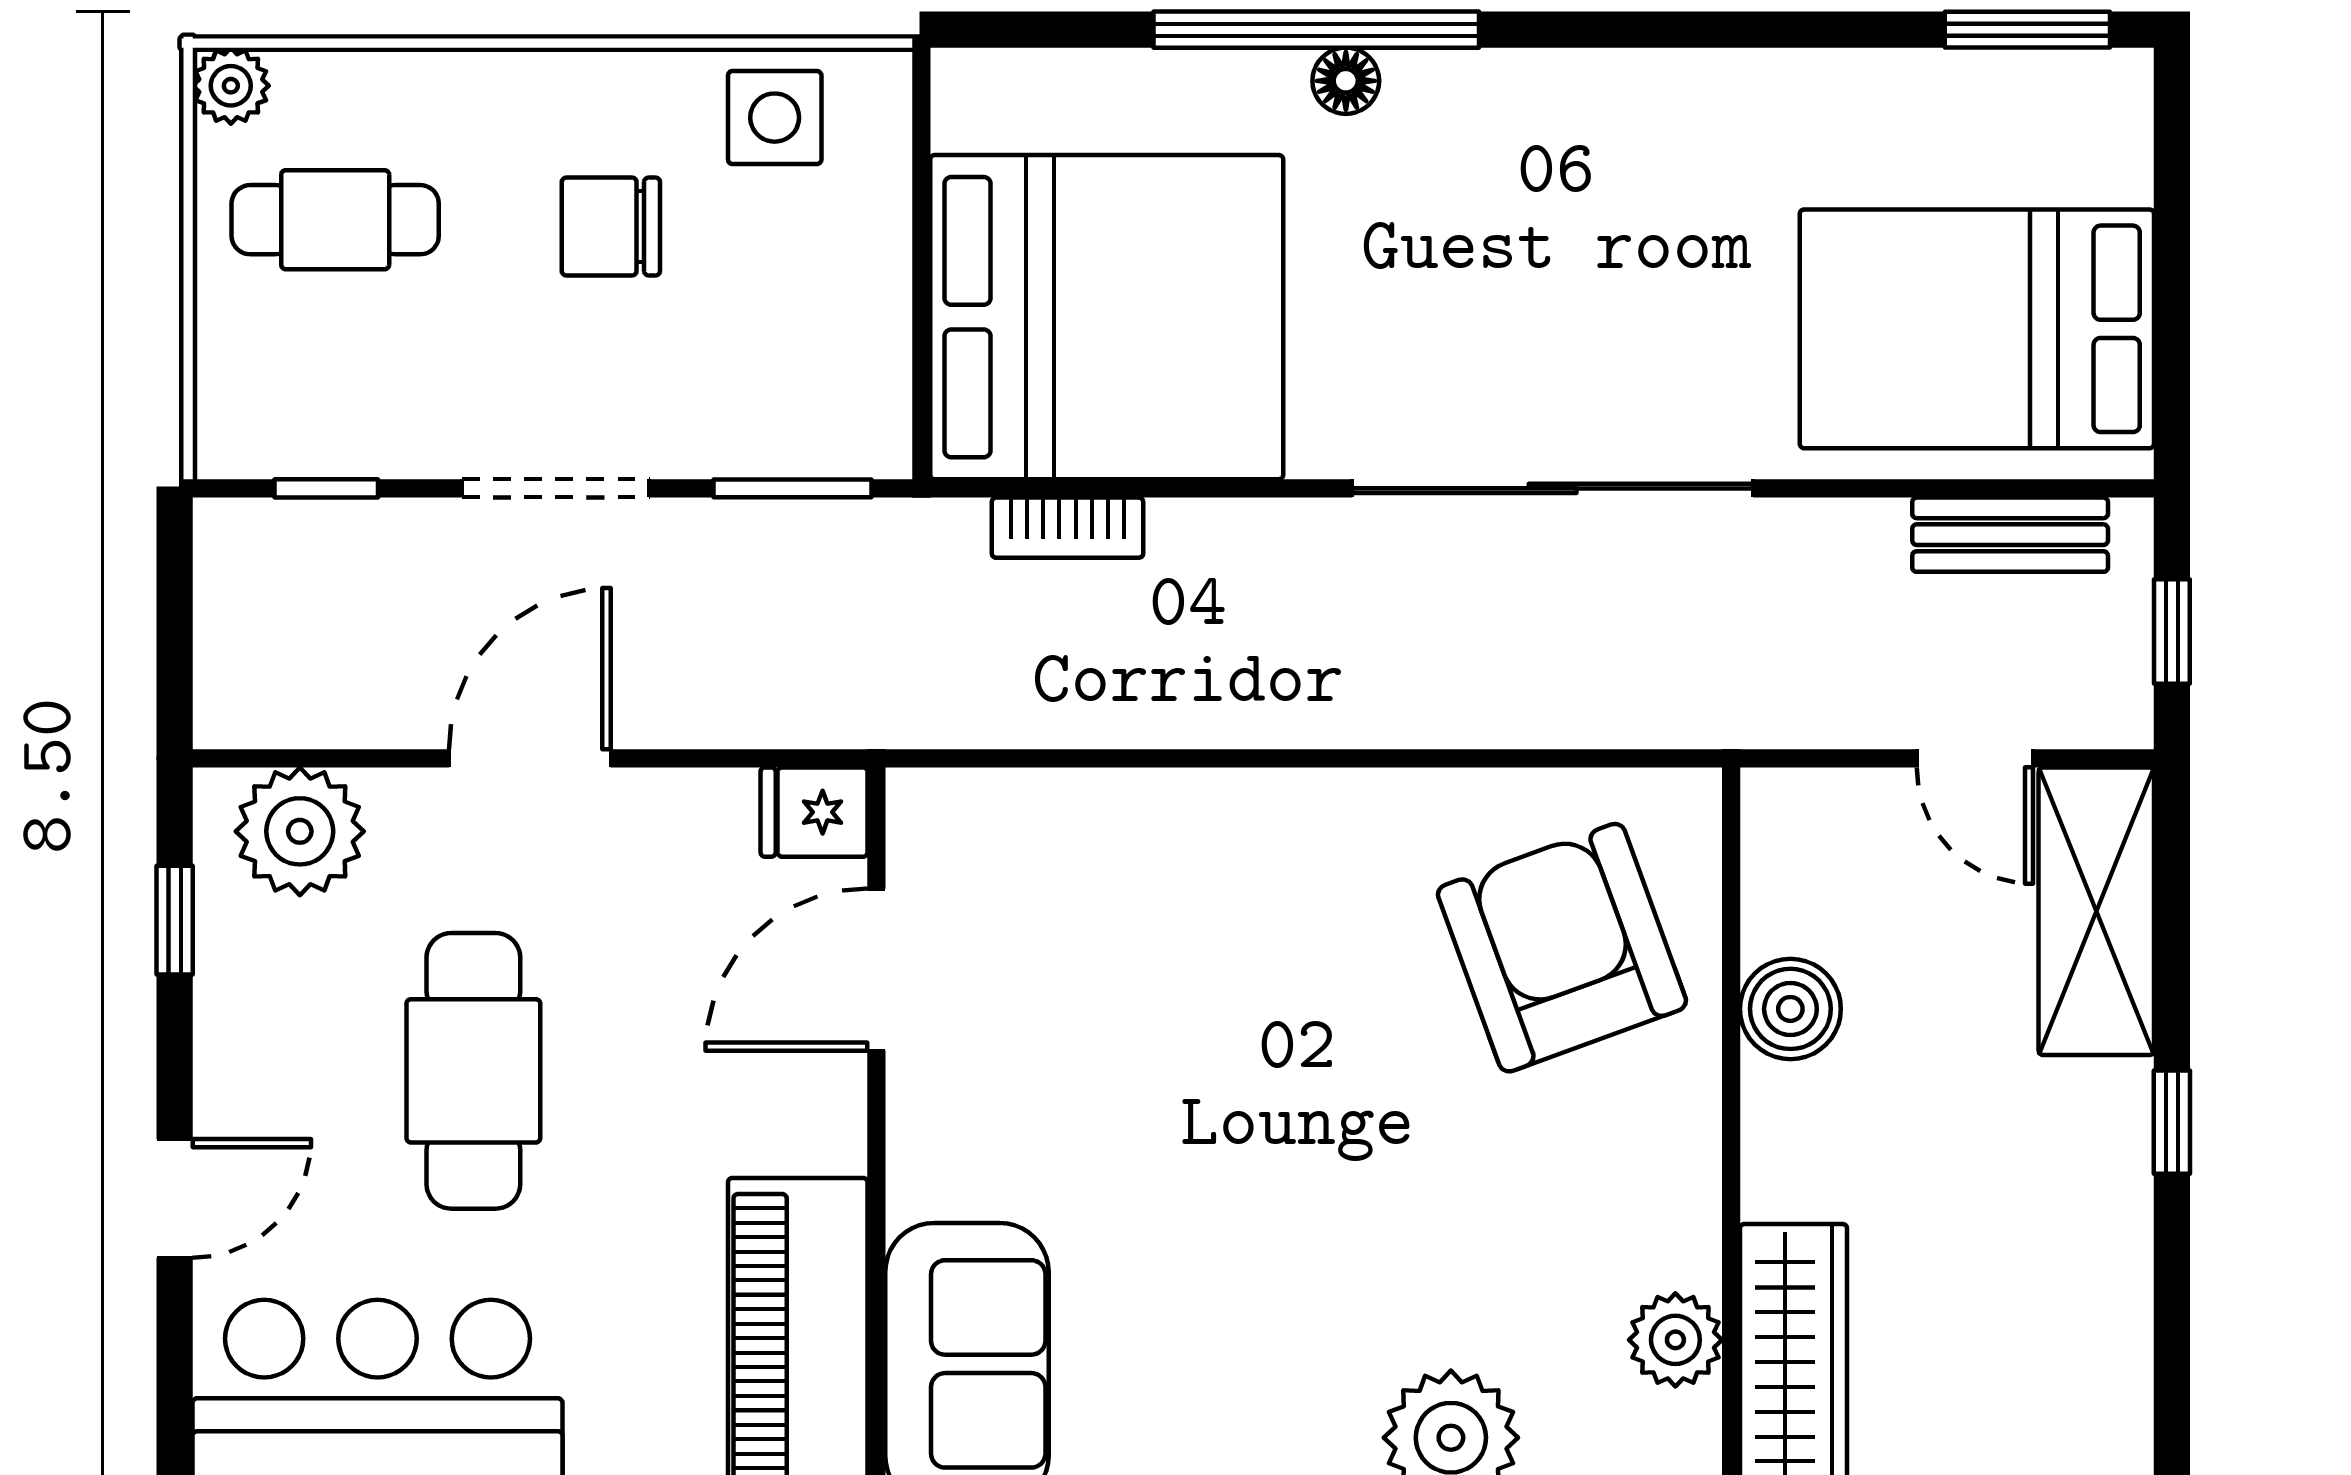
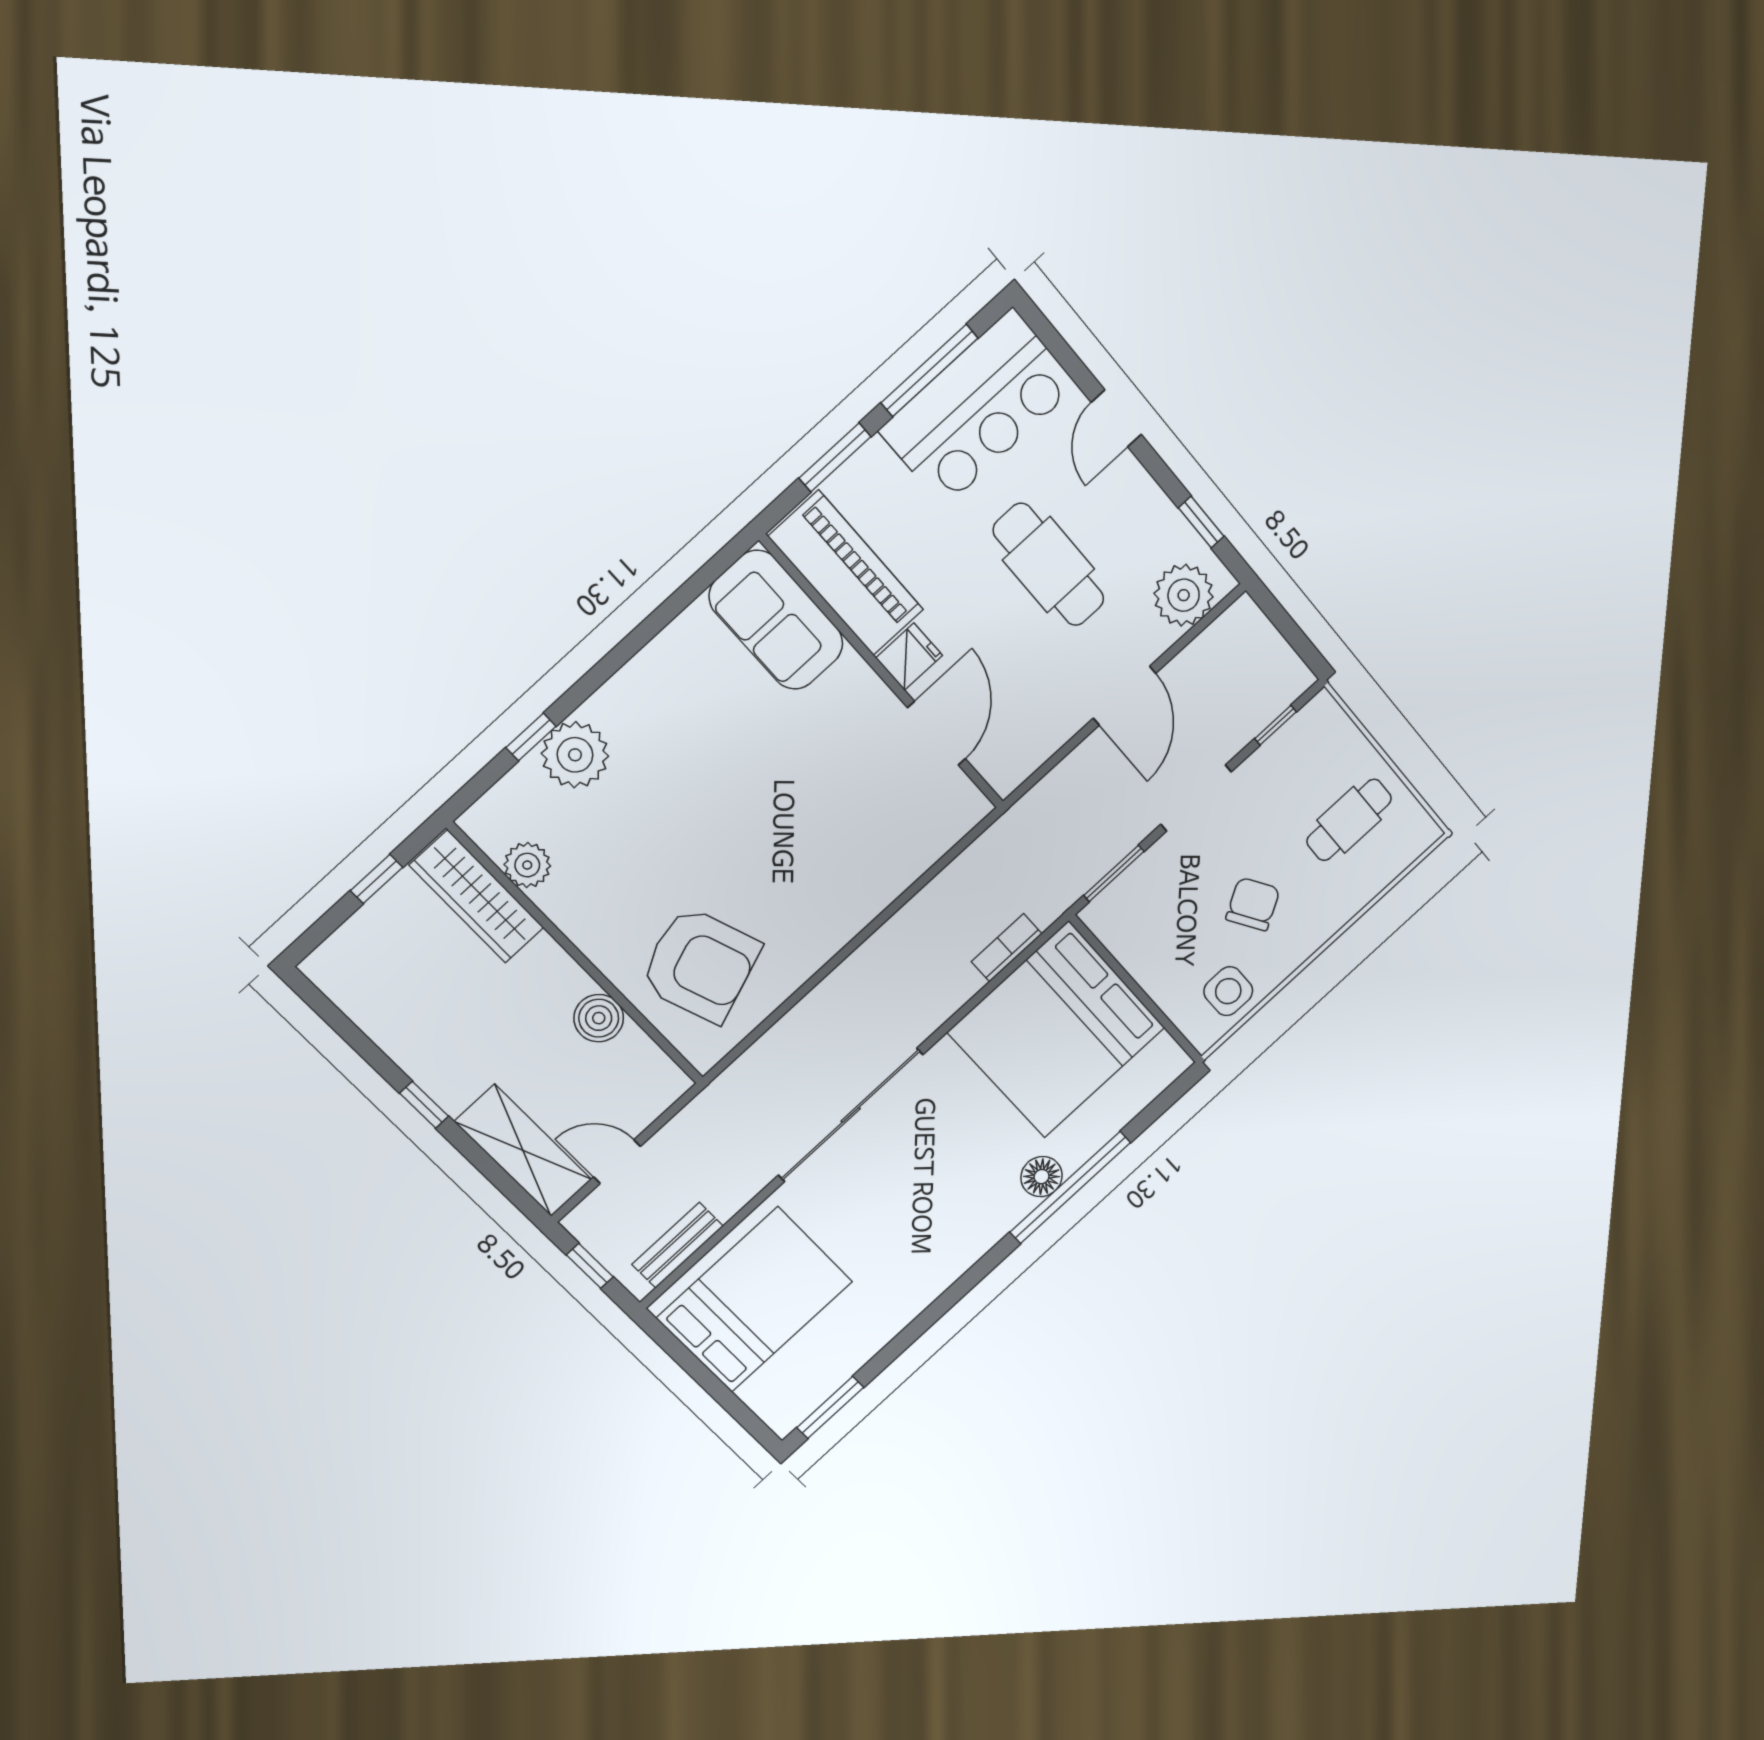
floor lamp: (1346, 81) -> (1042, 1177), width x1.37, depth x1.37
plant: (231, 86) -> (1422, 832), removed
chair: (611, 226) -> (1253, 904), turned -31
fridge: (814, 812) -> (909, 657), moved

